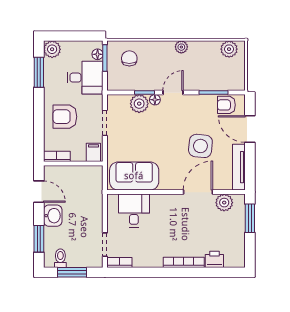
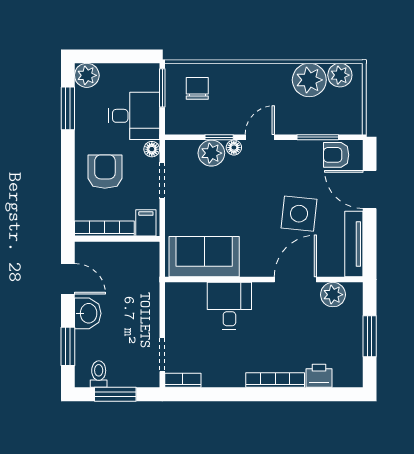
plant: (181, 47) -> (309, 80), moved, width x1.88, depth x1.88
floor lamp: (98, 54) -> (152, 149), moved
armchair: (65, 117) -> (105, 172), turned 90
bookcase: (57, 156) -> (104, 229), width x1.56
desk: (134, 210) -> (229, 306), moved
window: (250, 218) -> (370, 336), moved

